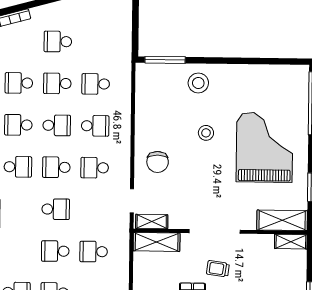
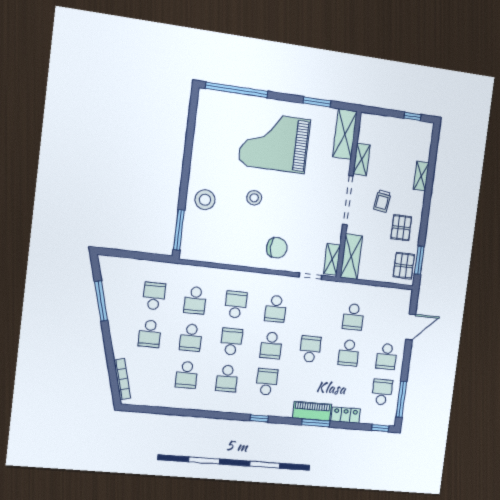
school desk: (96, 42) -> (154, 296), added
shelving: (291, 242) -> (362, 159), moved

